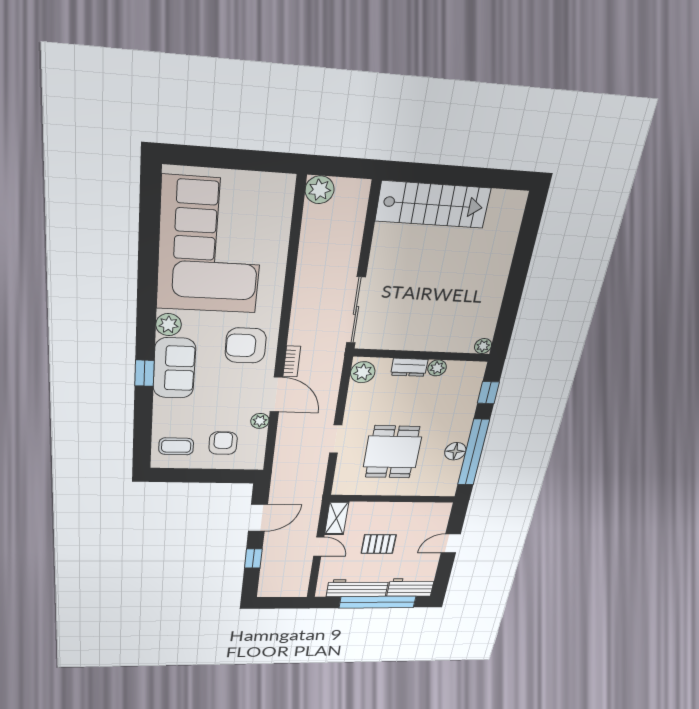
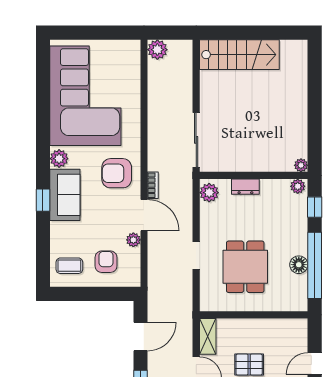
plant: (437, 368) -> (298, 186), moved

